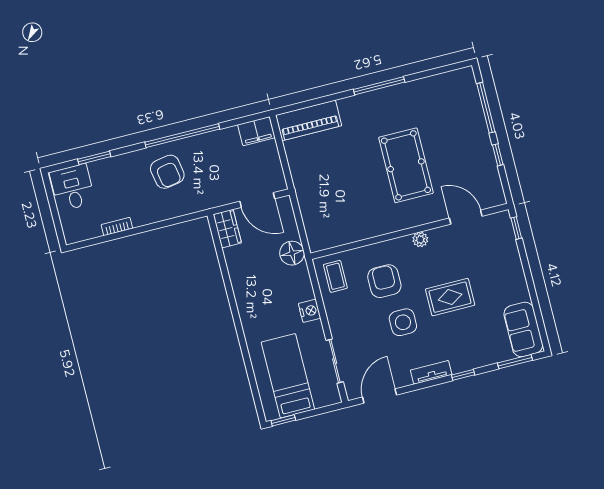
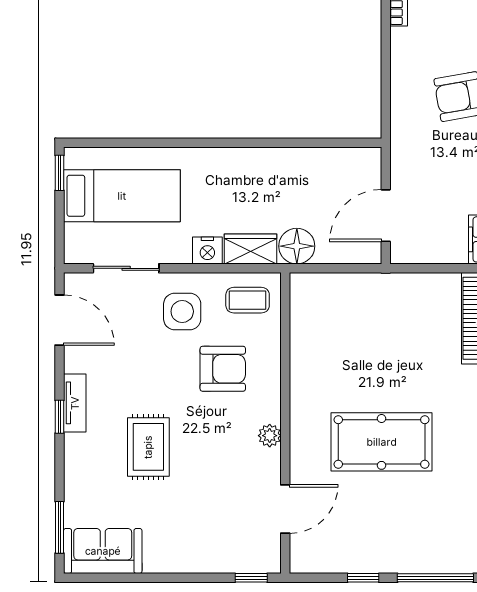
wardrobe: (227, 229) -> (251, 249), moved, turned 180
rug: (450, 297) -> (148, 447), moved
side table: (403, 322) -> (182, 311), moved
window: (463, 375) -> (59, 417), moved

